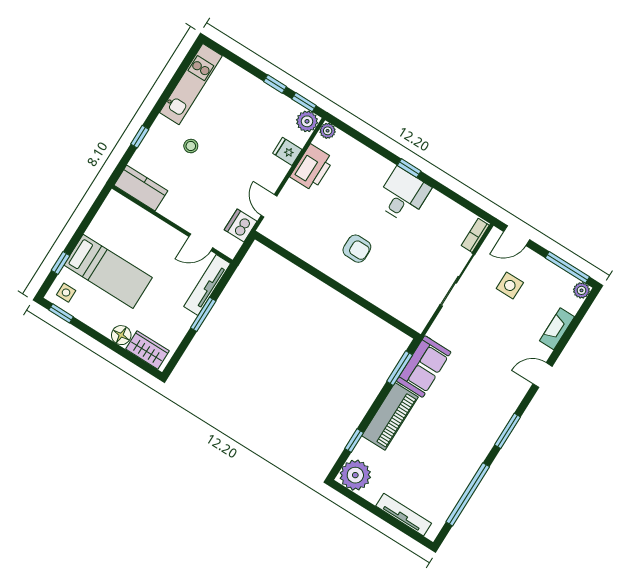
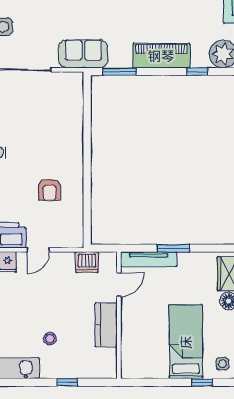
kitchen counter: (141, 188) -> (106, 325), moved
door: (269, 206) -> (38, 250), moved
door: (201, 242) -> (119, 285), hinge flipped
armchair: (357, 249) -> (50, 190), moved, turned 180
sofa: (424, 366) -> (83, 54), moved

